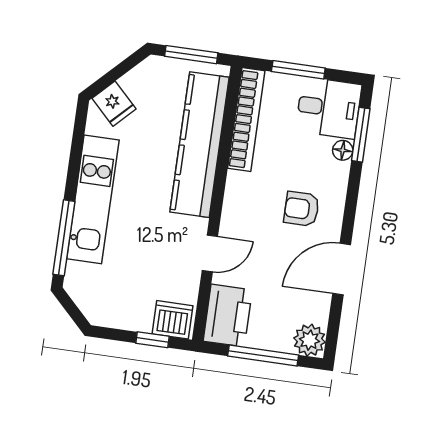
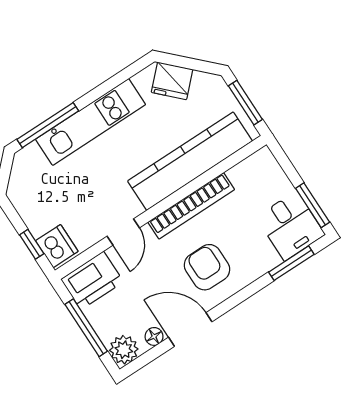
window: (298, 70) -> (313, 205), moved
fridge: (114, 104) -> (172, 81), width x1.38
bookcase: (246, 120) -> (191, 206), moved
floor lamp: (343, 150) -> (154, 336), moved
armchair: (302, 209) -> (207, 267), width x1.38, depth x1.38
door: (210, 253) -> (123, 232), hinge flipped

